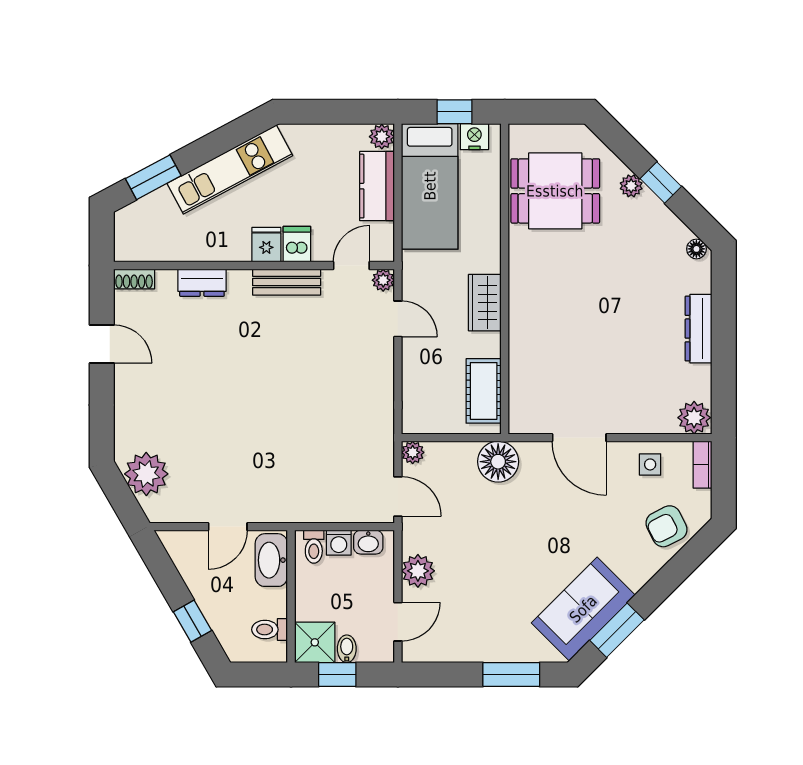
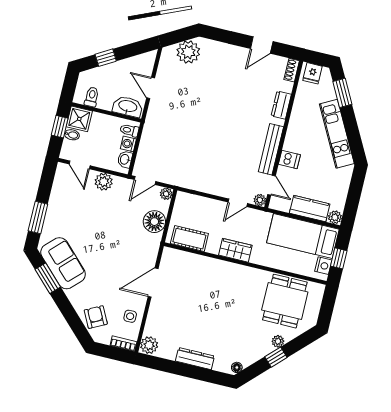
fridge: (266, 245) -> (312, 73), moved, turned 90
bench: (287, 282) -> (271, 149), width x1.36
floor lamp: (498, 462) -> (154, 222), moved

